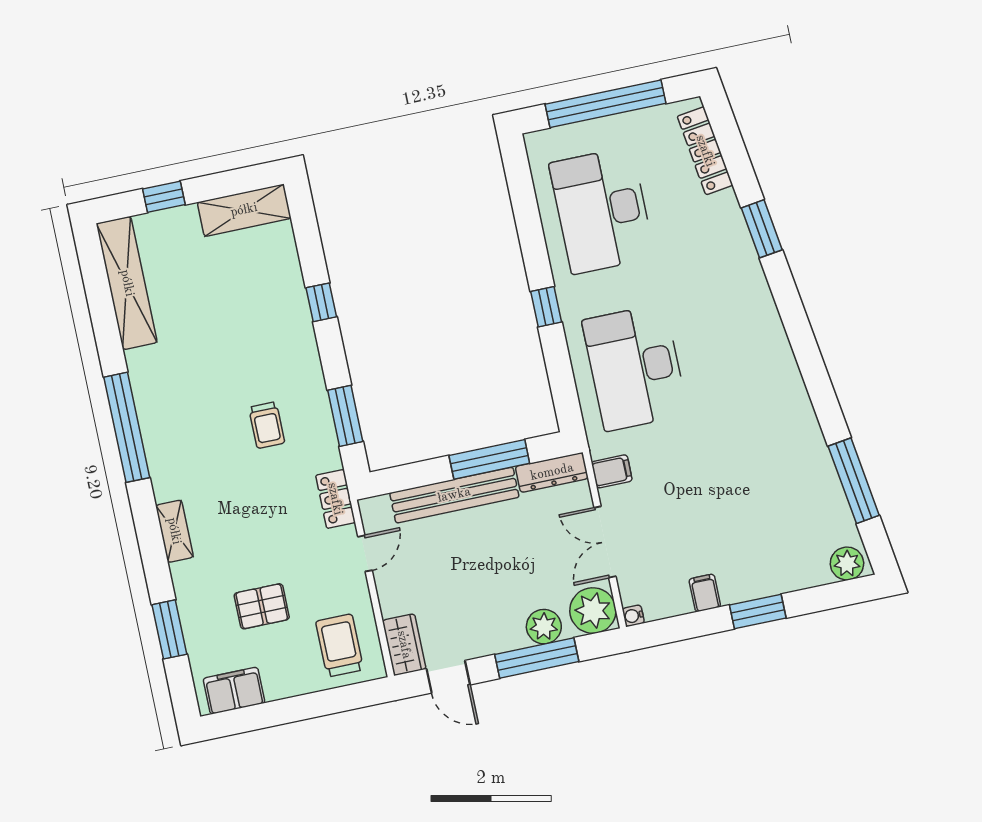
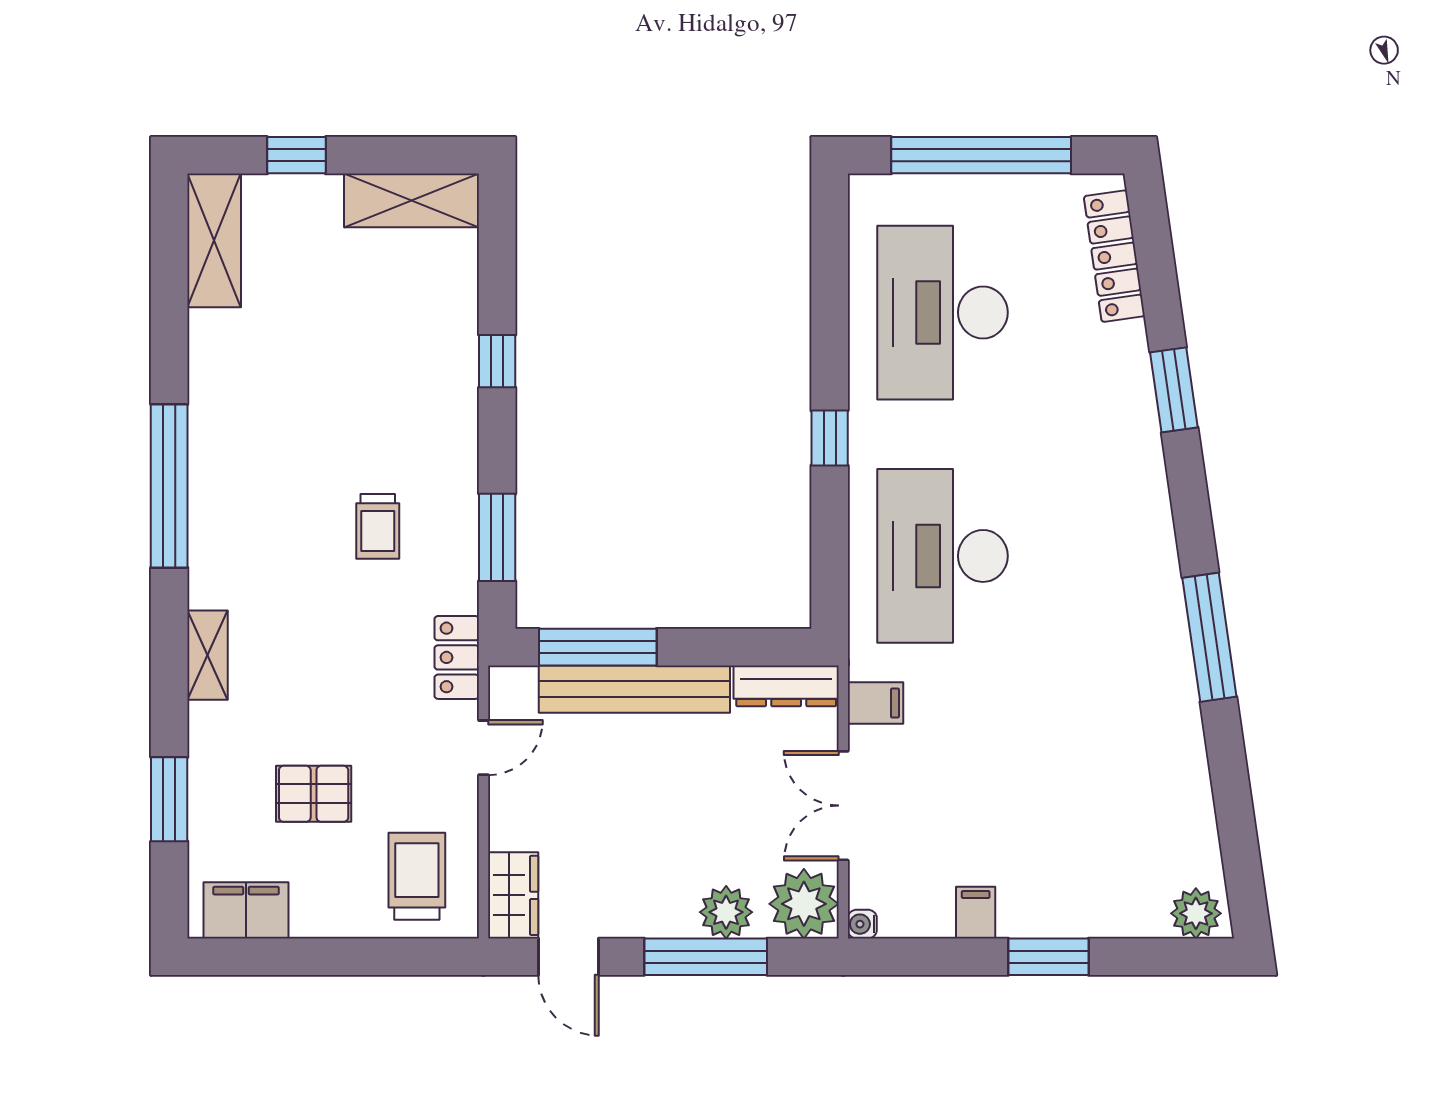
shelving: (127, 283) -> (214, 240), width x0.68
window: (489, 459) -> (598, 647), moved
window: (854, 481) -> (1209, 637), moved

